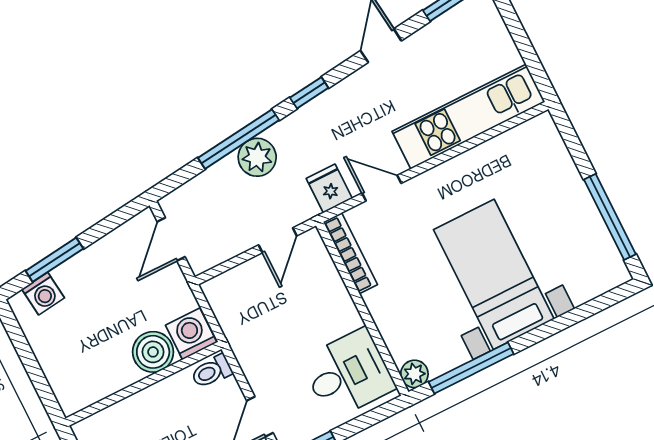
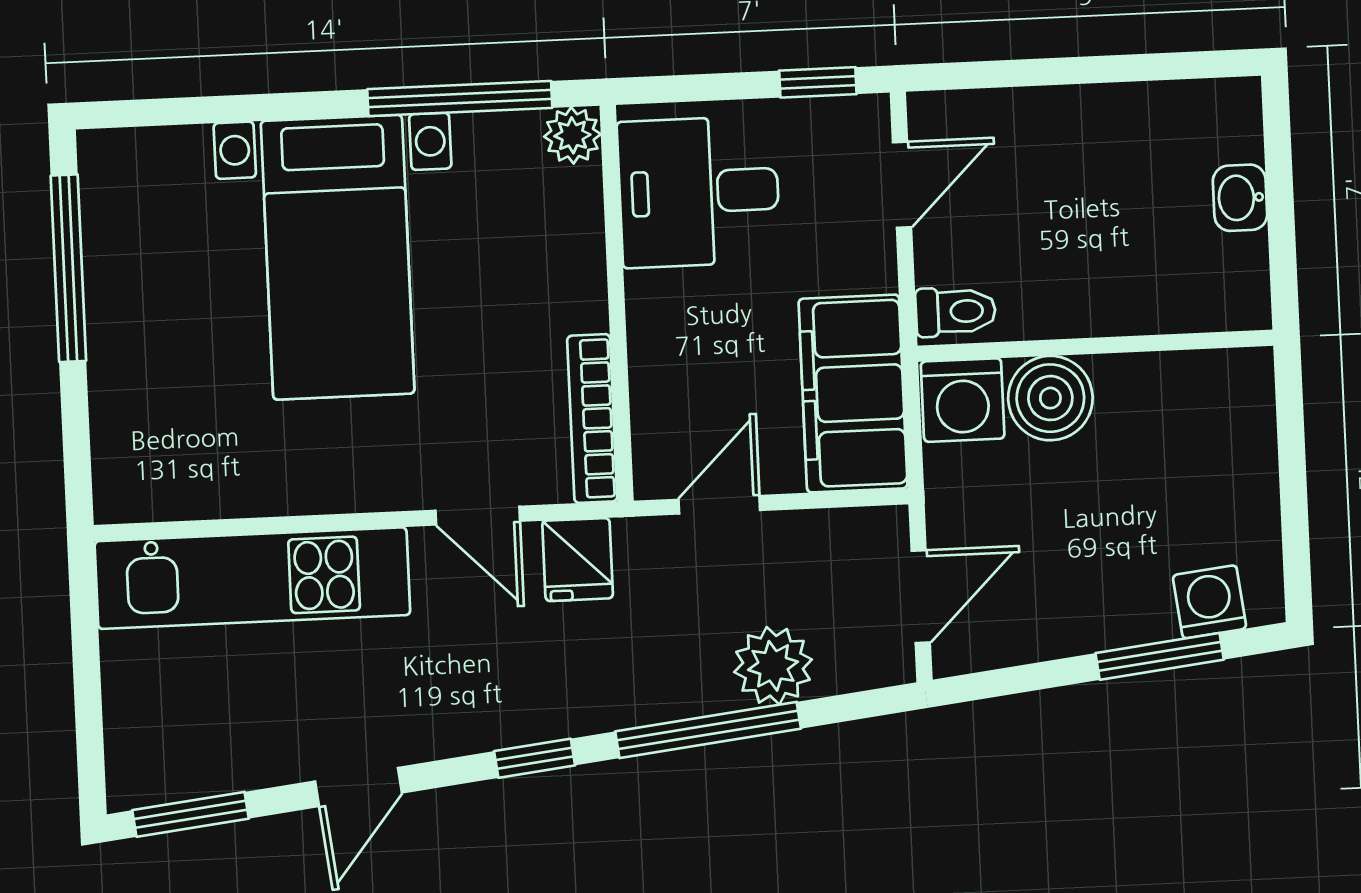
plant: (257, 157) -> (773, 666), moved
filing cabinet: (241, 315) -> (853, 393), added

